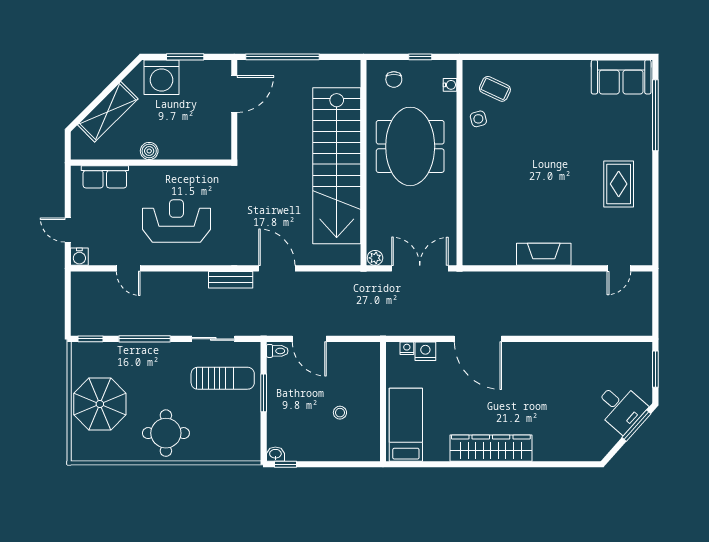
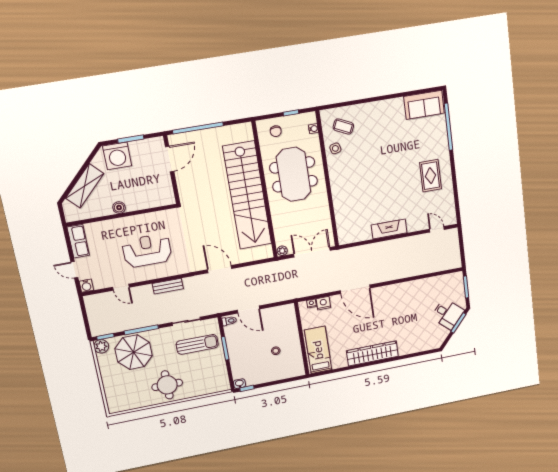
row of seats: (105, 177) -> (78, 241), moved, turned -90
door: (619, 268) -> (437, 229), swing flipped
bench: (231, 280) -> (168, 286), moved
plant: (81, 353) -> (101, 346), added
parasol: (100, 404) -> (134, 352), moved

